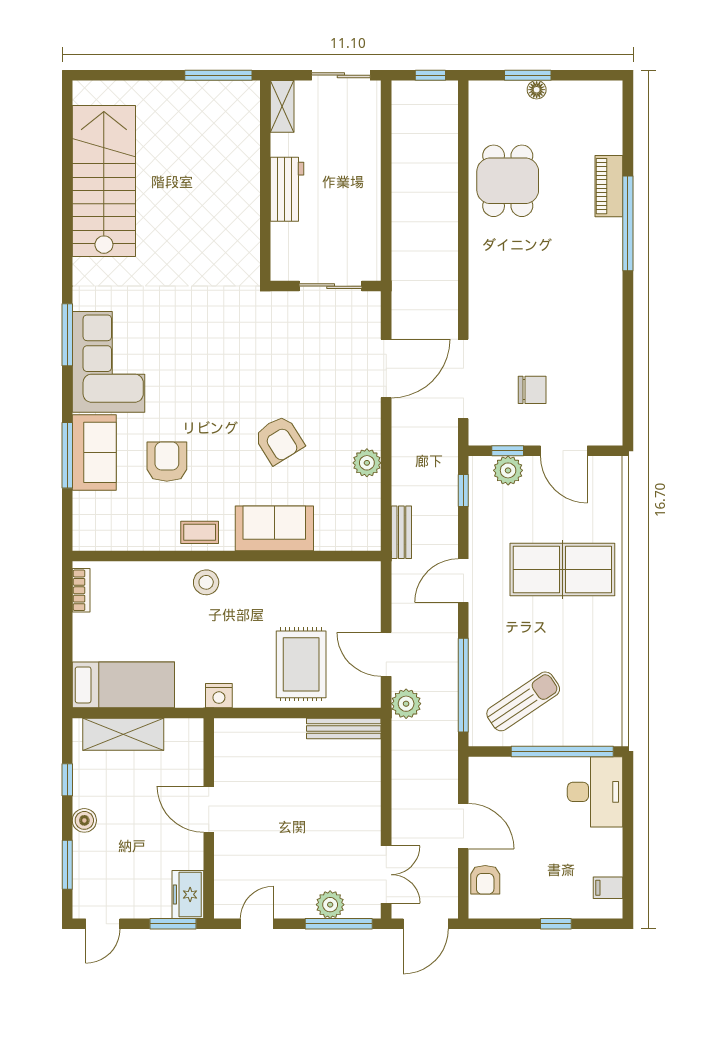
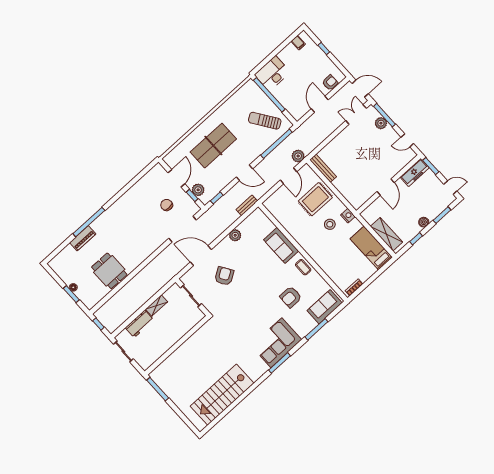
shelving: (282, 106) -> (157, 305), moved
dining table: (508, 181) -> (109, 271), turned 90
workbench: (287, 189) -> (139, 324), moved, turned 180
armchair: (279, 440) -> (224, 276), moved
sofa: (94, 452) -> (325, 307), moved
table tennis table: (562, 570) -> (213, 146), turned 90
stool: (206, 582) -> (330, 224), moved
freezer: (188, 894) -> (415, 172), width x1.40

